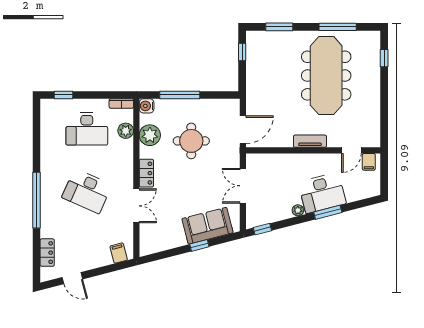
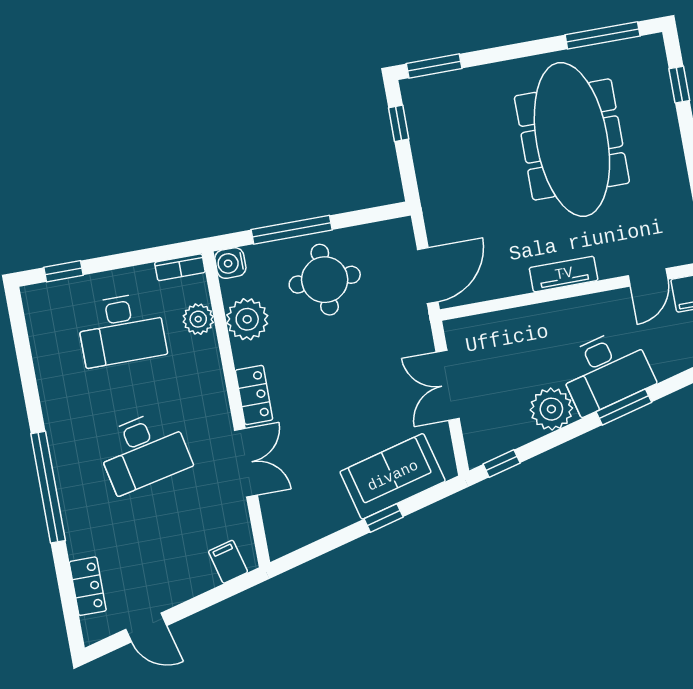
window: (279, 27) -> (434, 66), moved
window: (338, 27) -> (603, 35), moved
round table: (191, 141) -> (325, 280), moved
desk: (87, 191) -> (144, 452), turned -36
plant: (298, 210) -> (551, 409), width x1.88, depth x1.88

